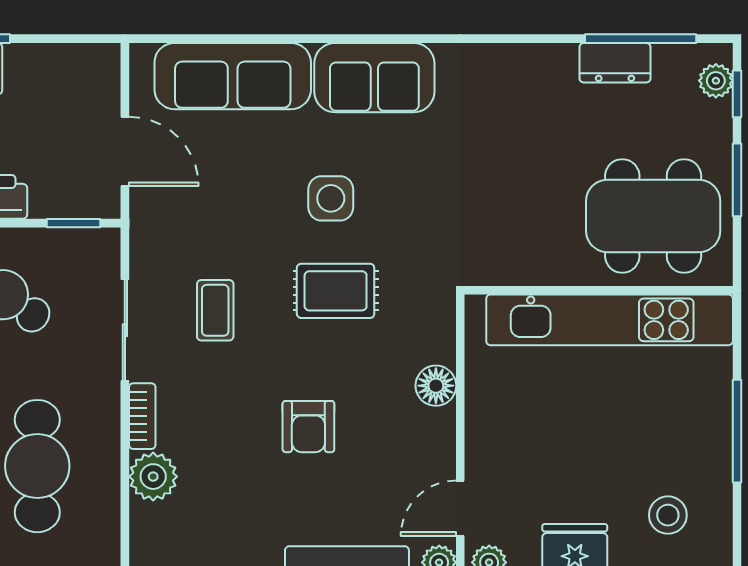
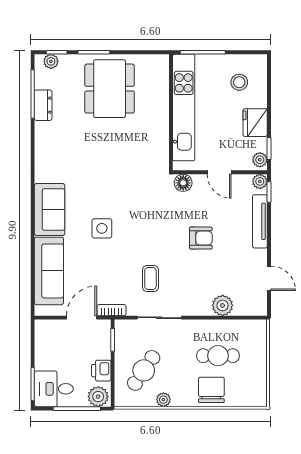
wall: (599, 290) -> (171, 112), moved
rug: (336, 291) -> (142, 226), removed
coffee table: (215, 310) -> (150, 279), turned 90
kitchen unit: (610, 320) -> (184, 108), moved
bookcase: (142, 416) -> (111, 310), moved
cafe table: (37, 466) -> (218, 356), width x0.73, depth x0.74
door: (460, 508) -> (219, 172), moved

